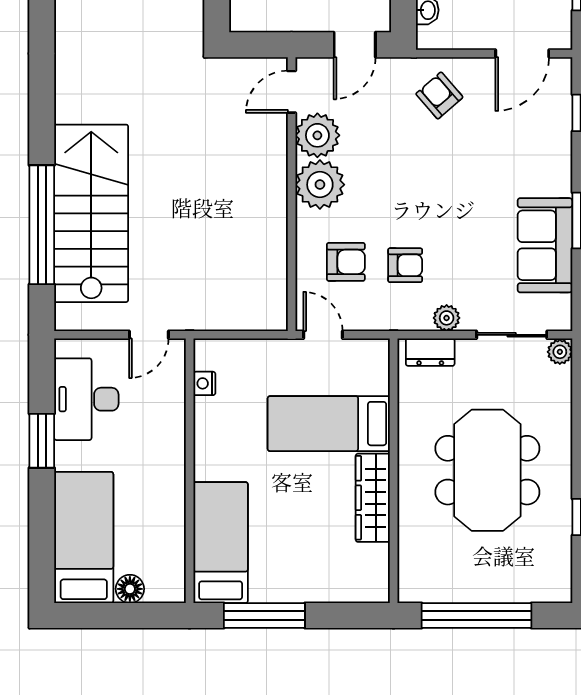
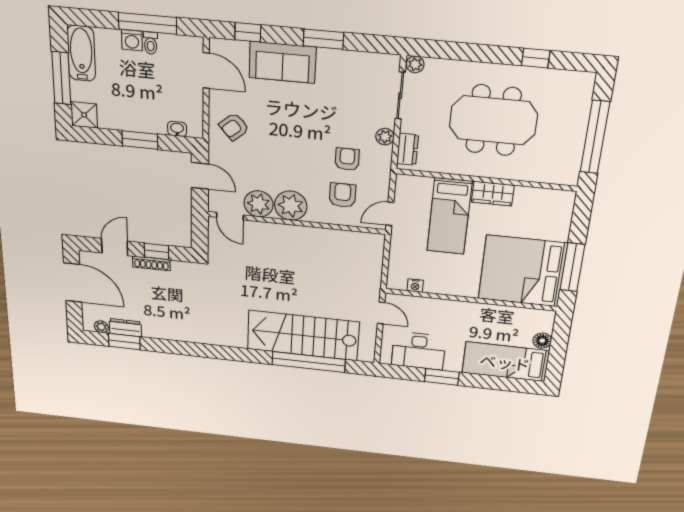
sofa: (545, 245) -> (282, 62), moved
wardrobe: (373, 498) -> (493, 194), width x0.67
bed: (221, 543) -> (522, 271), width x2.04

